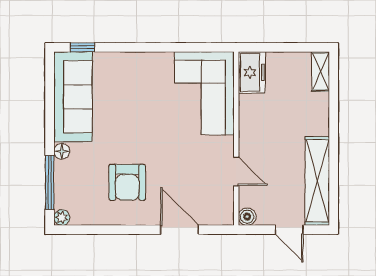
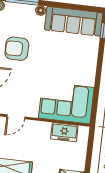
freezer: (252, 72) -> (64, 132), moved

